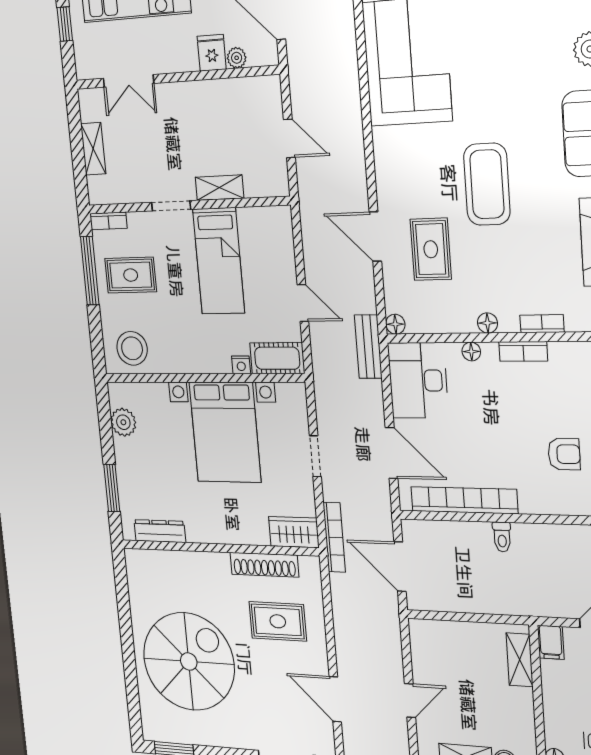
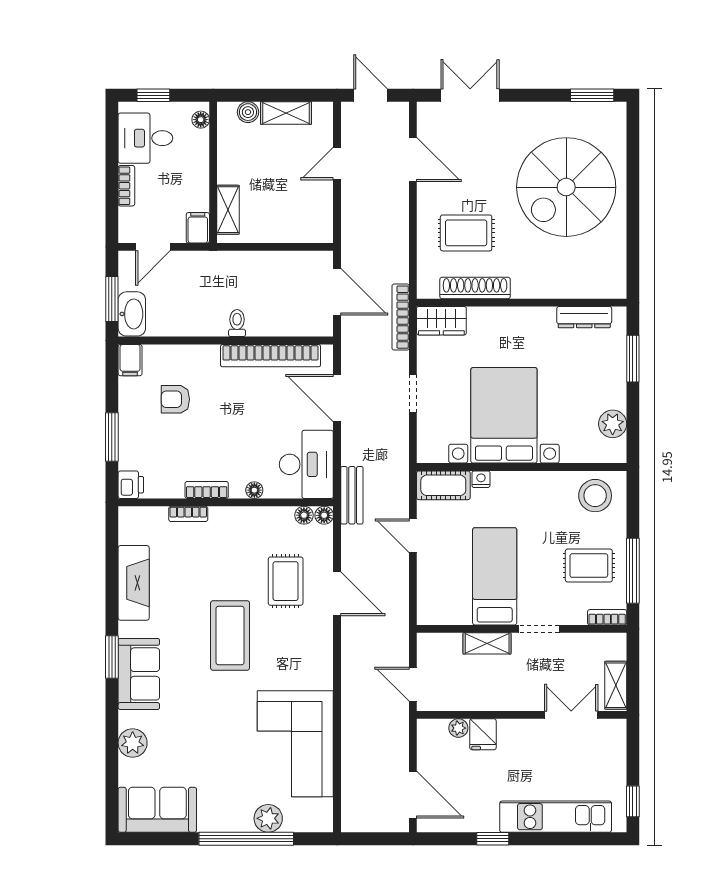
fridge: (212, 53) -> (483, 734), moved
plant: (237, 58) -> (458, 728), moved
wall: (176, 77) -> (522, 715), moved
double door: (128, 81) -> (571, 715), moved
floor lamp: (488, 323) -> (304, 515), moved

